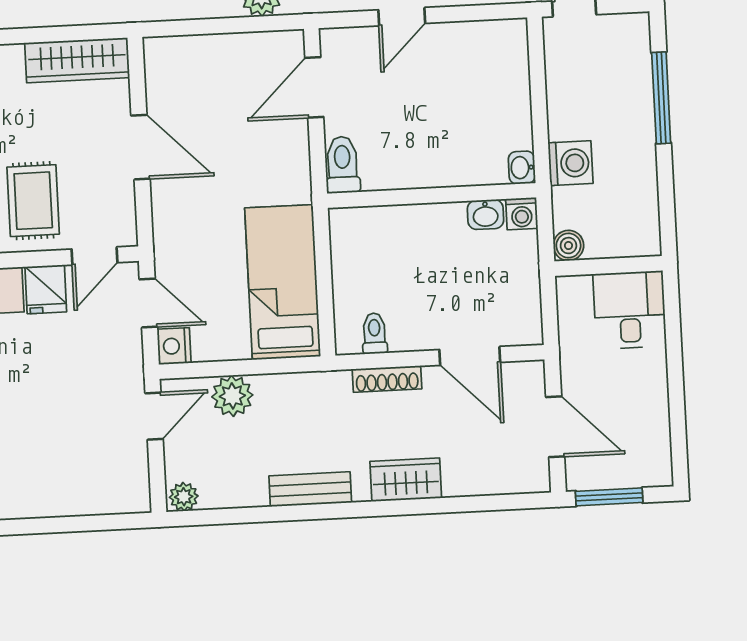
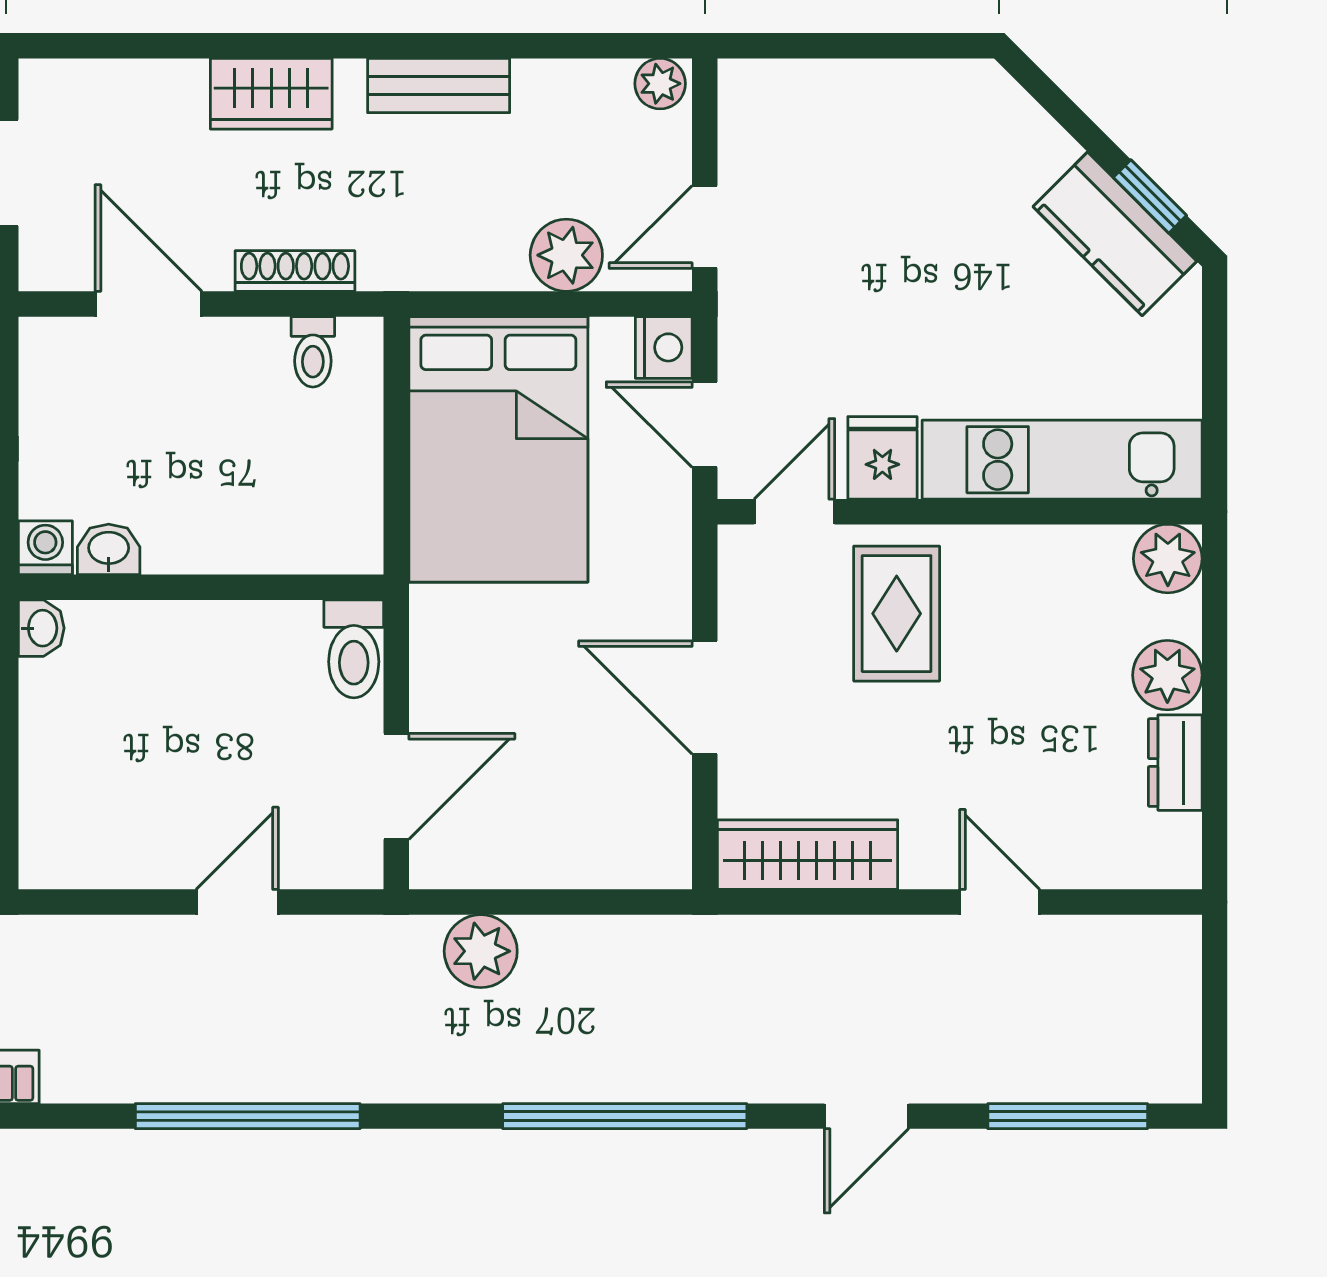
bed: (283, 282) -> (498, 449), width x1.50

